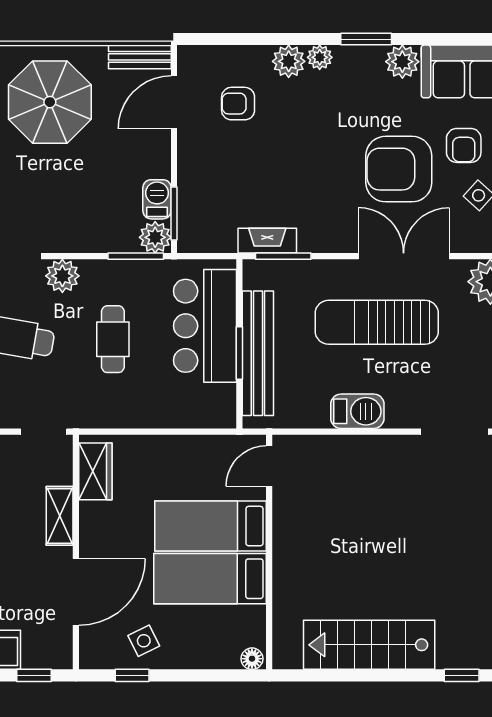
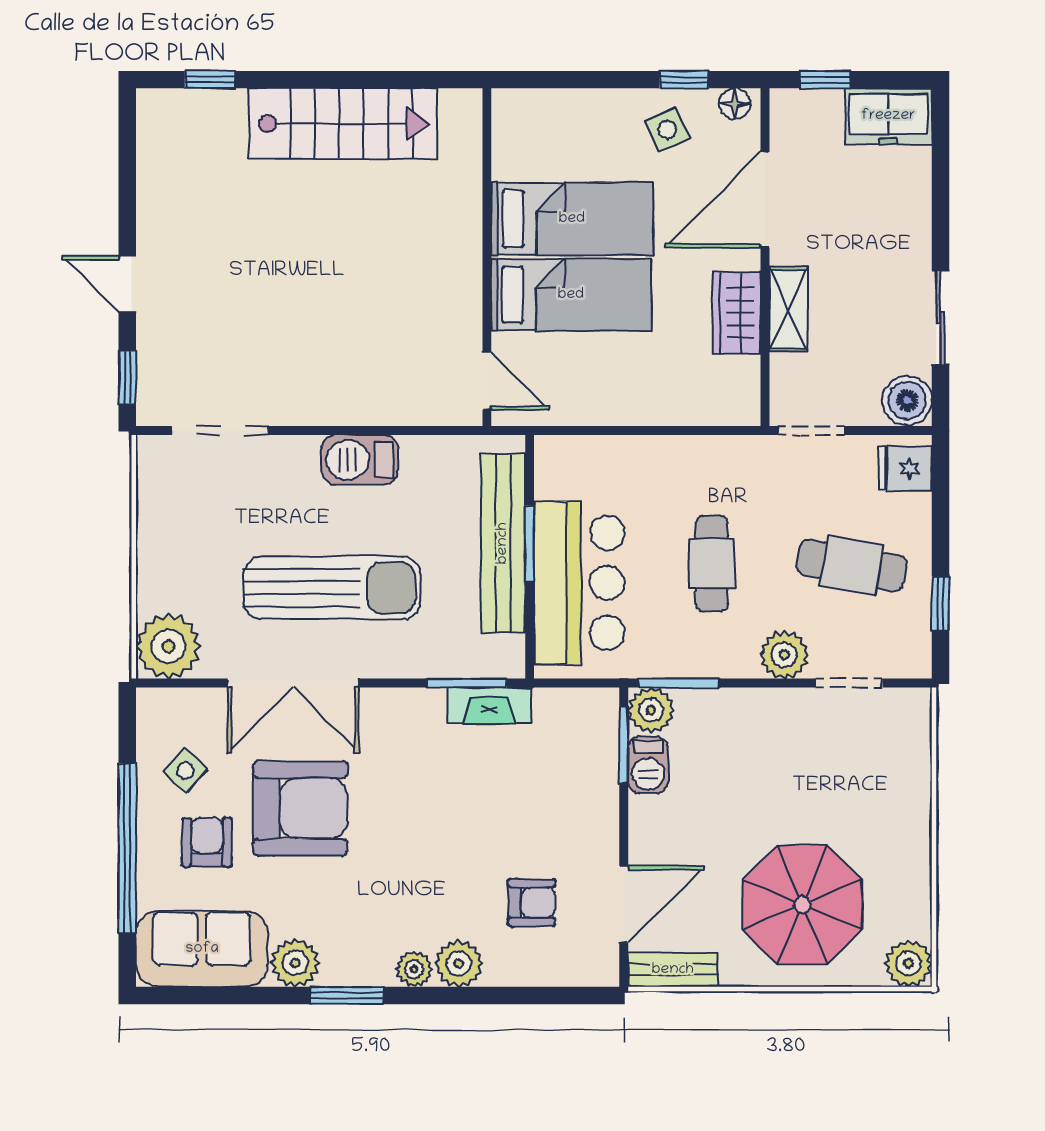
door: (269, 466) -> (487, 381), hinge flipped
wardrobe: (95, 471) -> (737, 313), moved
floor lamp: (252, 659) -> (735, 104), moved

